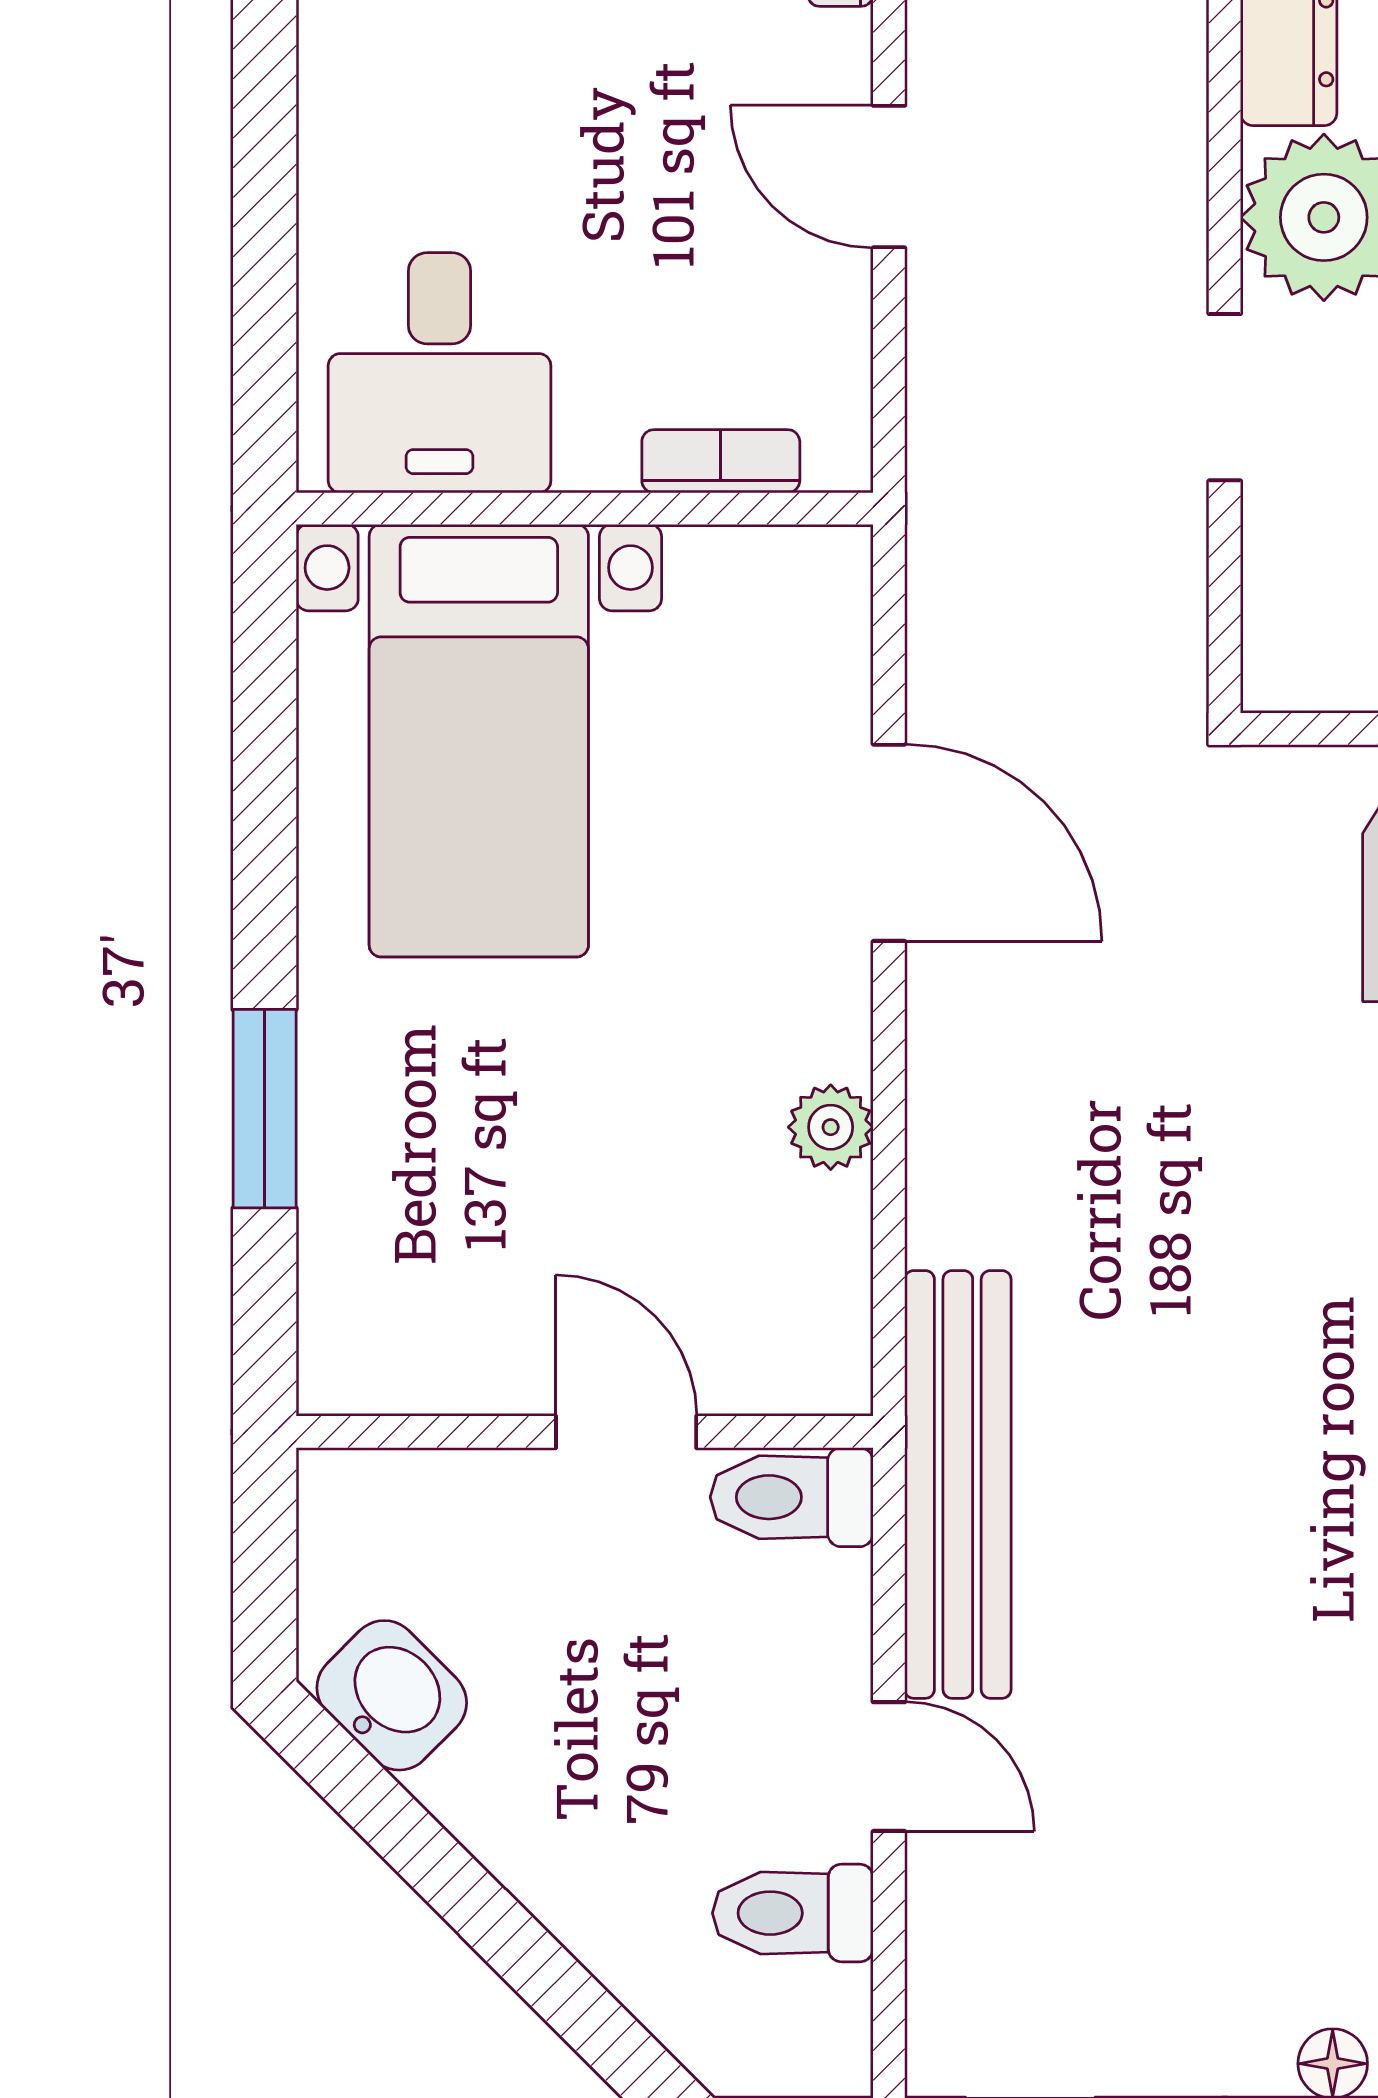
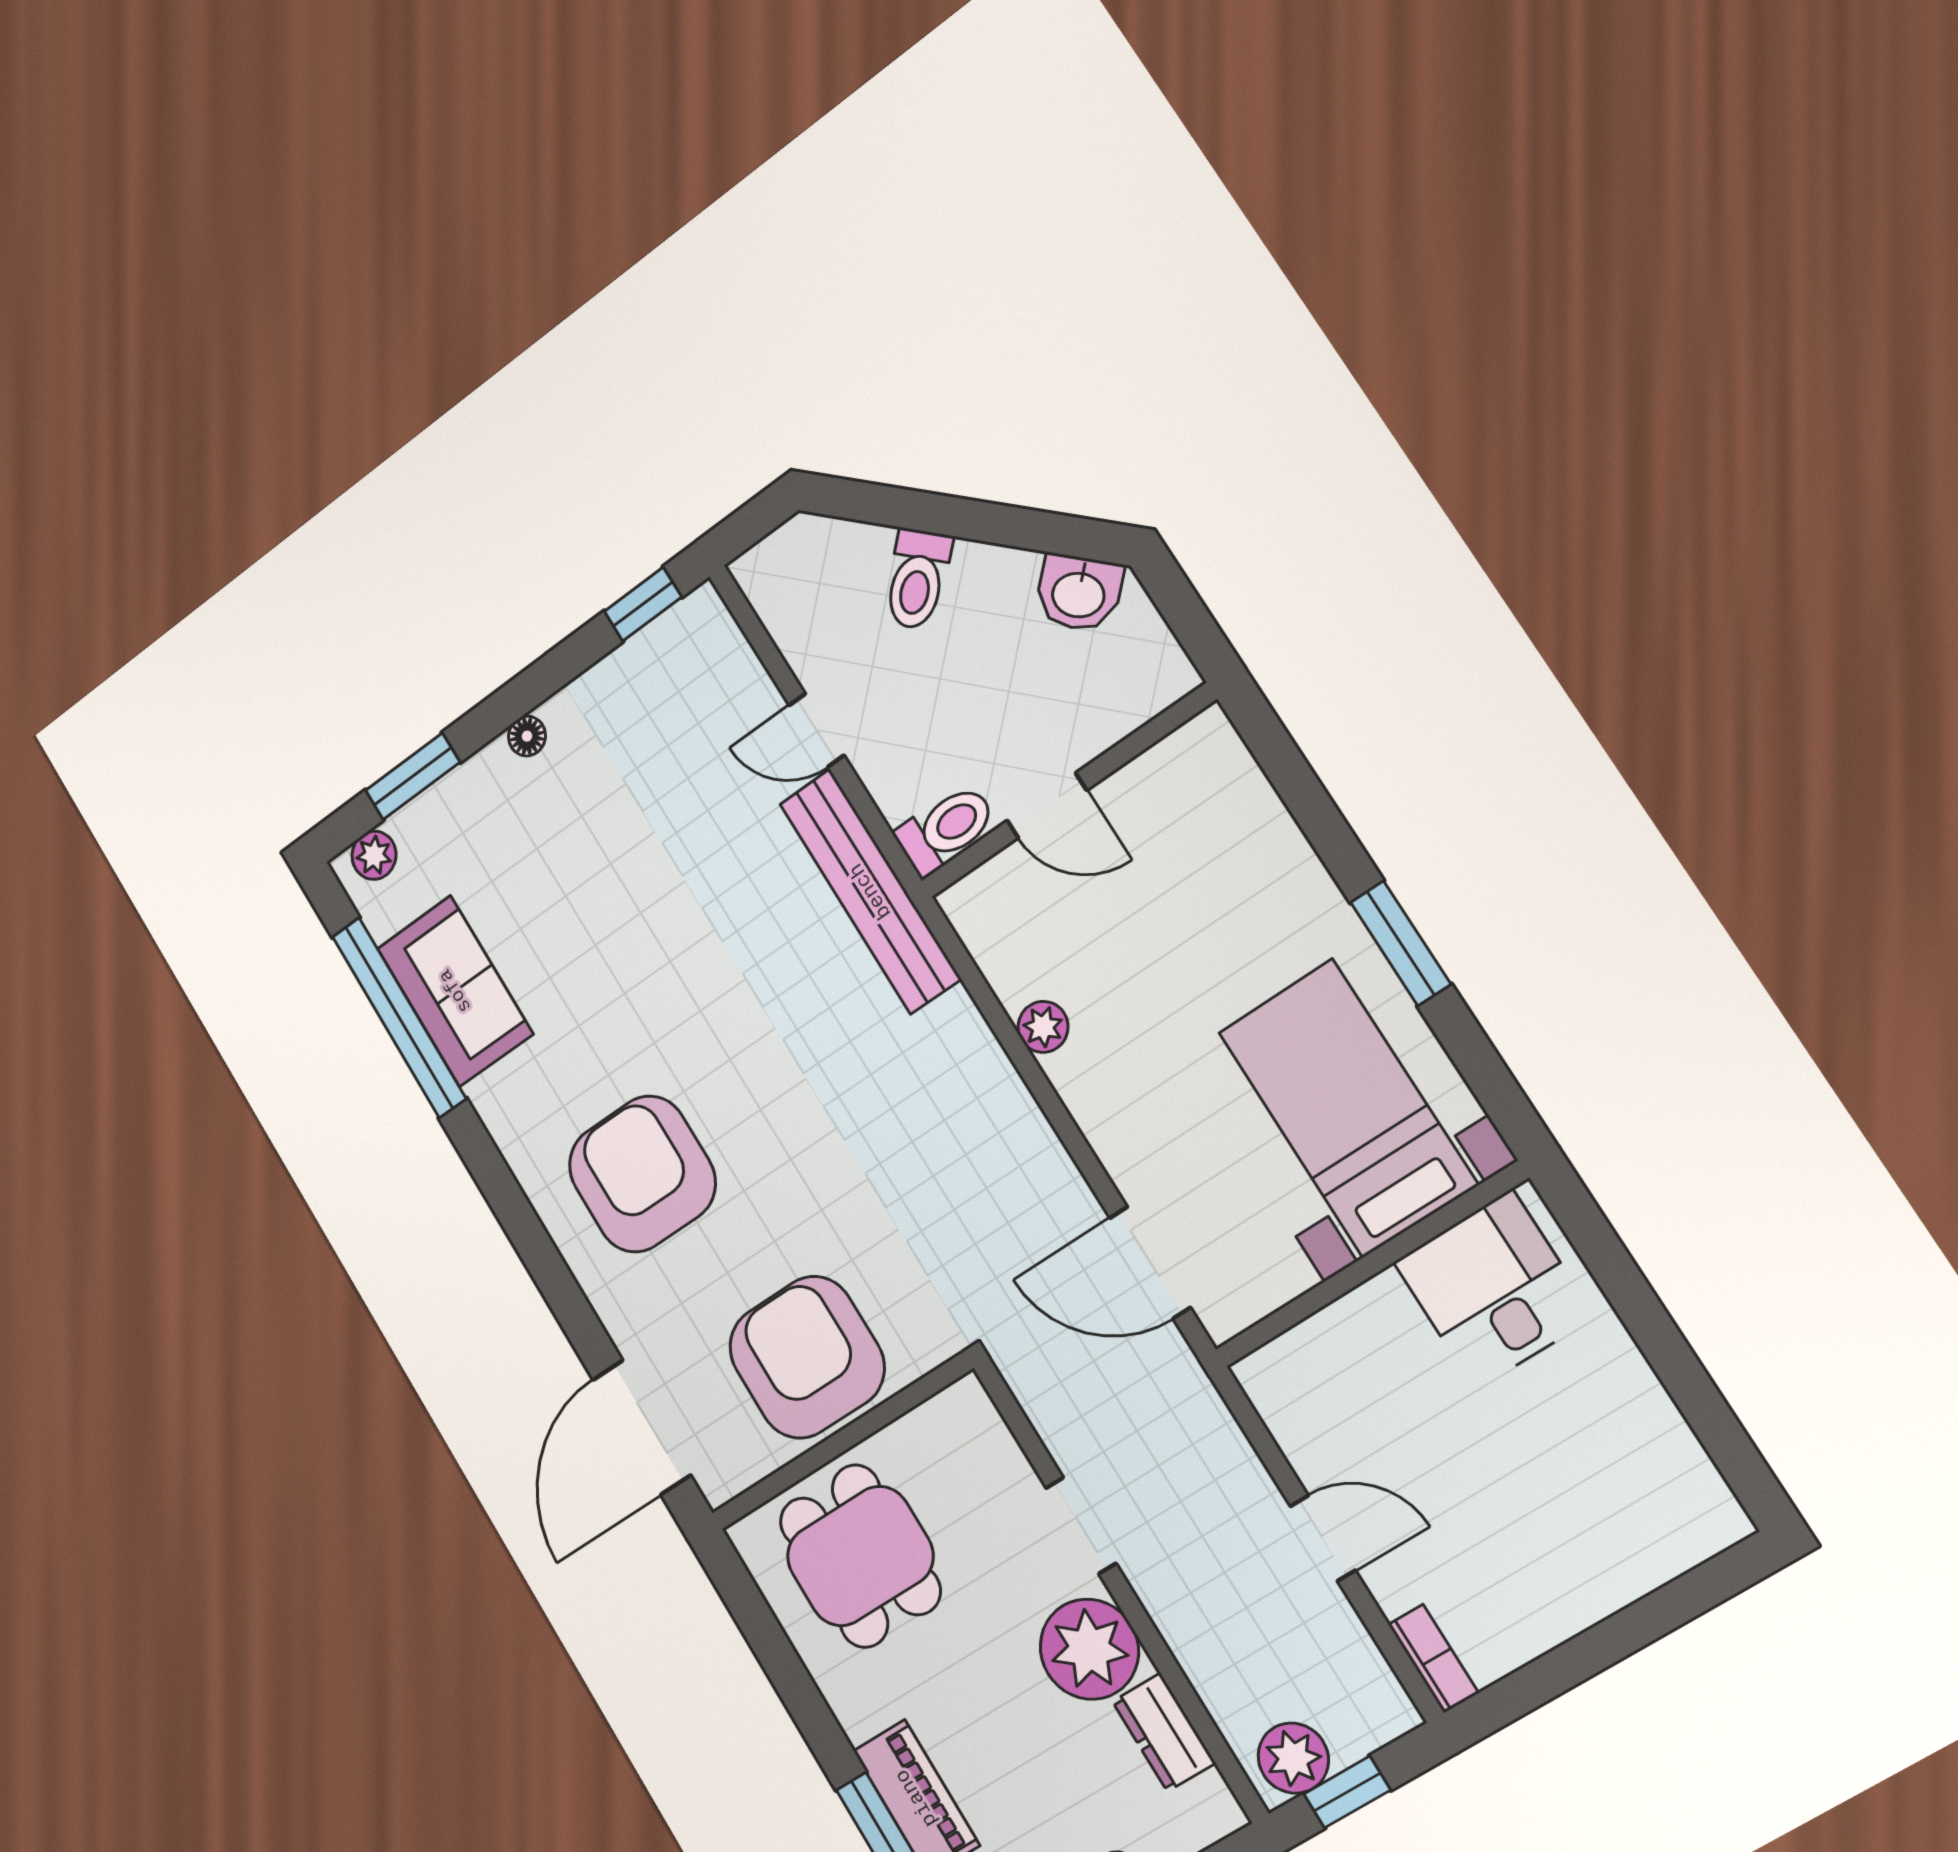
bookcase: (721, 461) -> (1315, 1334), removed
door: (889, 843) -> (1150, 1263), moved
window: (265, 1109) -> (1401, 943), moved
toilet: (793, 1913) -> (917, 579), moved, turned 135

